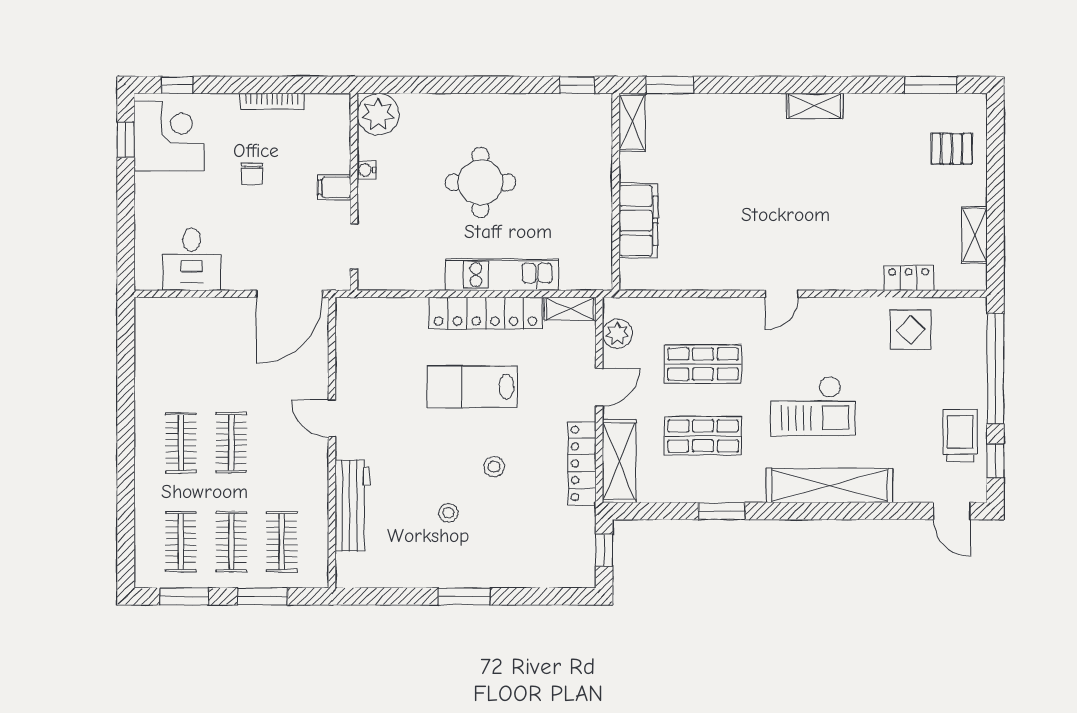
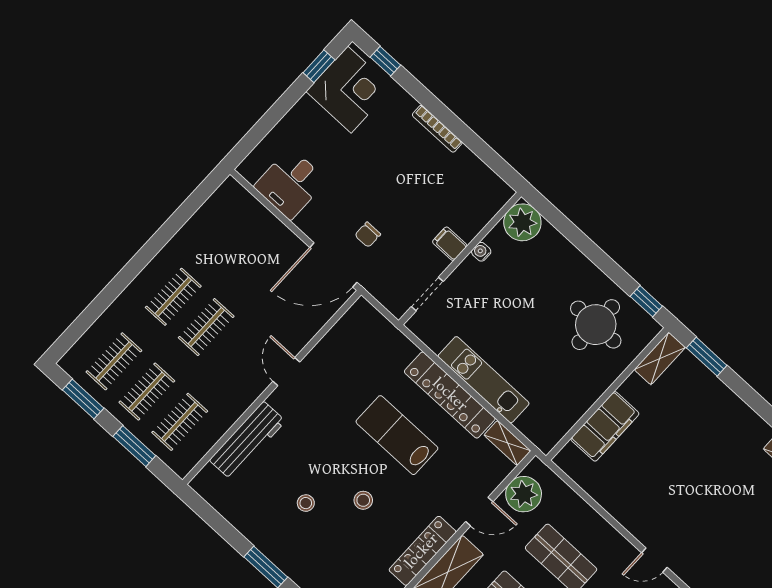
plant: (378, 114) -> (522, 222), moved
water cooler: (366, 170) -> (481, 252), moved
chair: (252, 174) -> (368, 235), moved
round table: (481, 182) -> (596, 325), moved
filing cabinet: (334, 187) -> (450, 244), moved
wall: (354, 192) -> (460, 258), moved
doorway: (354, 246) -> (427, 294), moved
plant: (617, 334) -> (524, 494), width x1.36, depth x1.36

